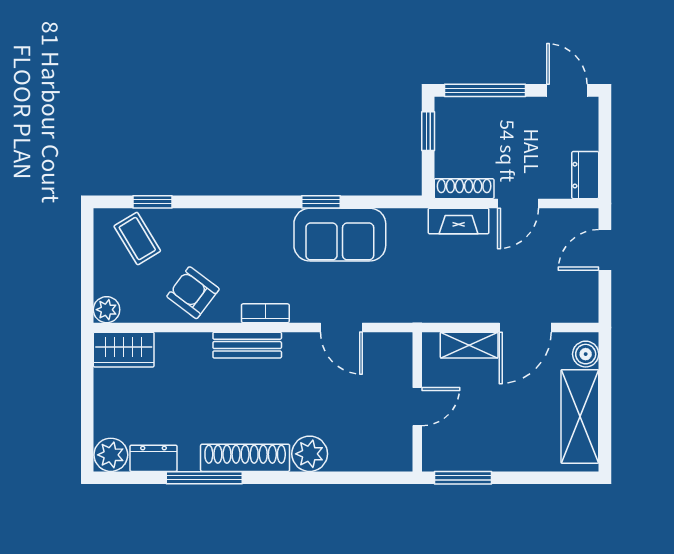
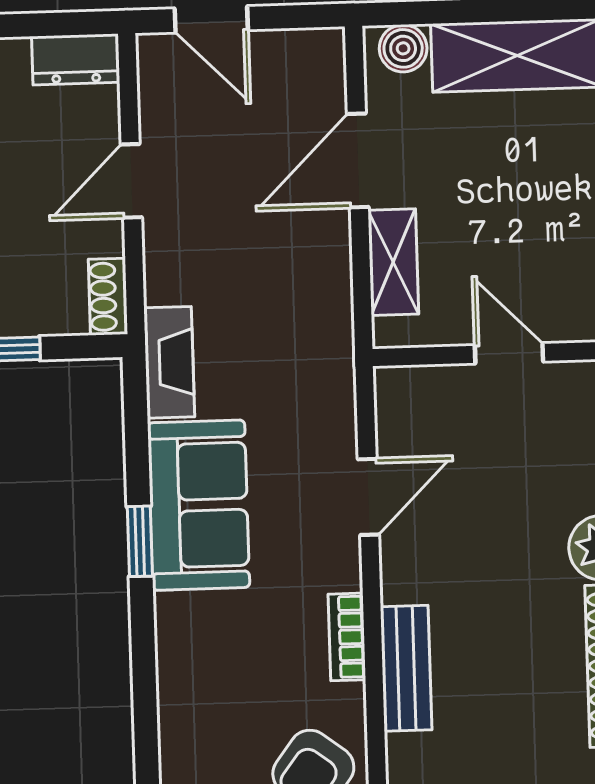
shoe rack: (464, 189) -> (108, 297), width x0.70
door: (518, 203) -> (131, 181), swing flipped
fireplace: (459, 221) -> (169, 362), moved
door: (525, 327) -> (358, 160), swing flipped

